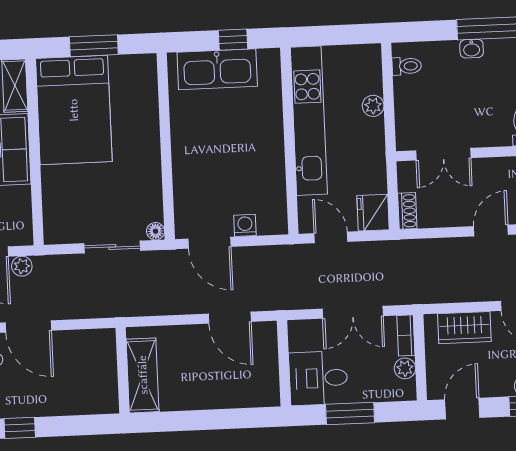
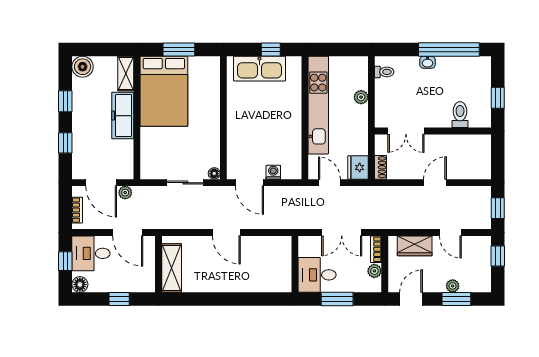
door: (230, 318) -> (226, 232), moved
wall: (122, 370) -> (158, 264), moved
shelving: (143, 375) -> (172, 268), moved

